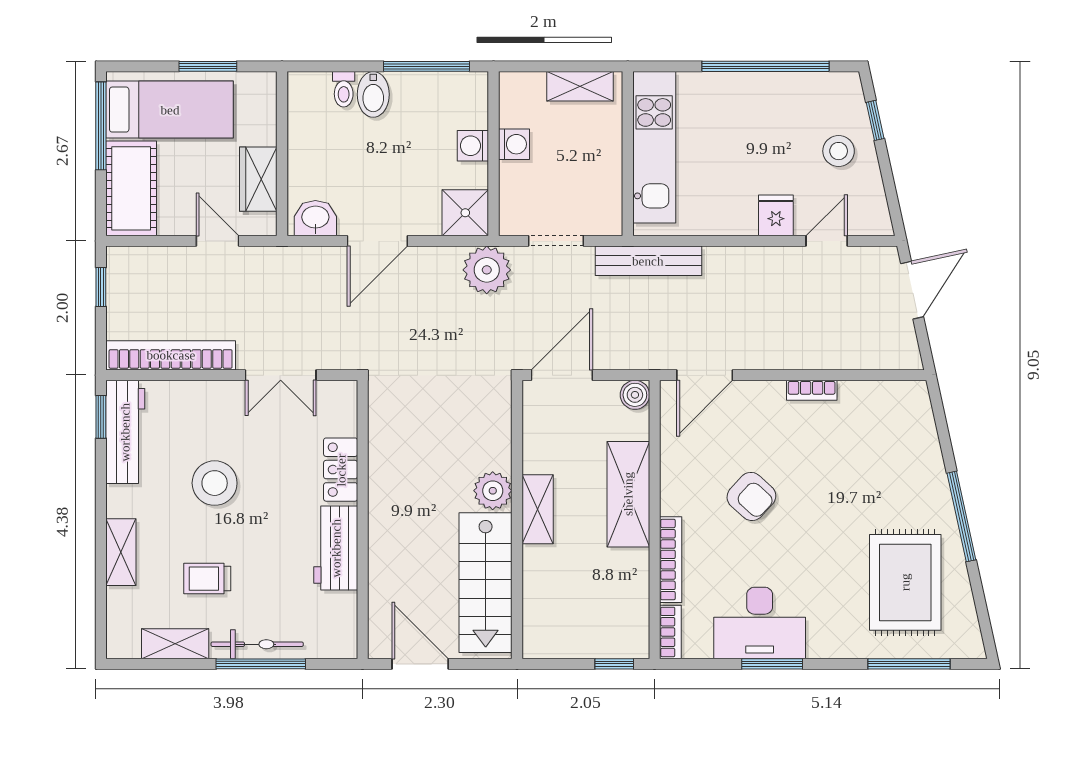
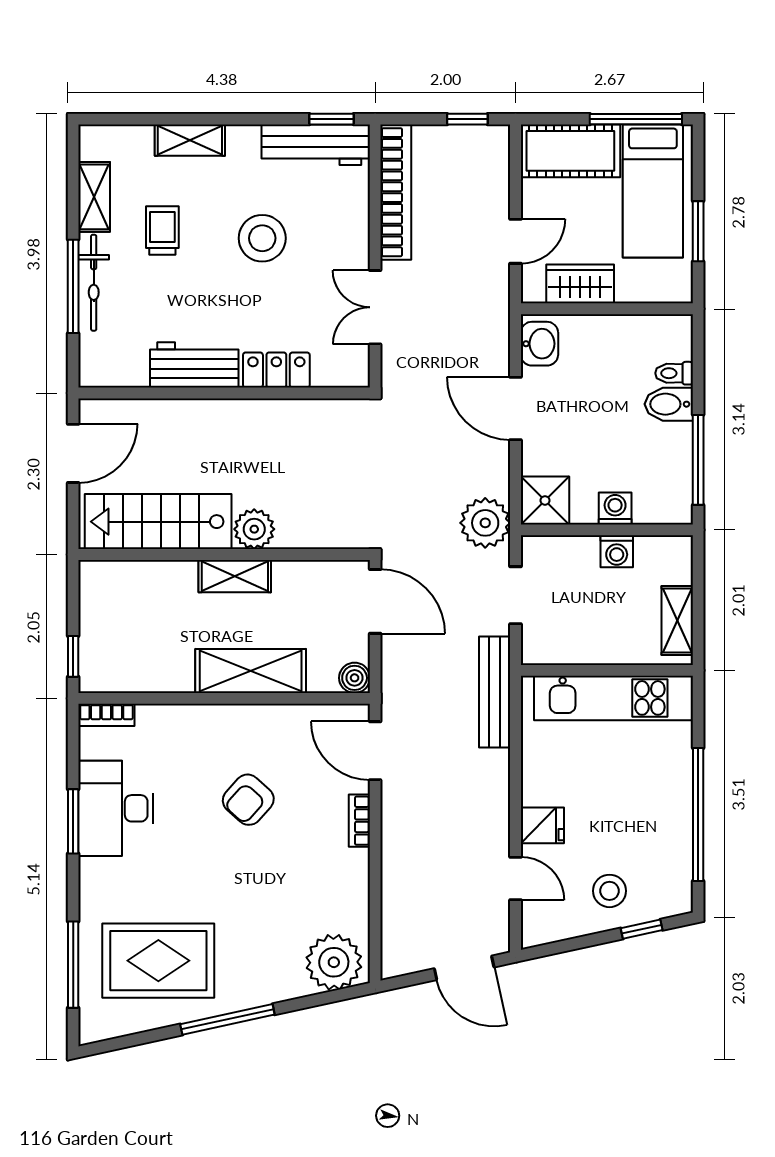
bookcase: (812, 390) -> (359, 821), moved
plant: (907, 415) -> (334, 962), added
bookcase: (671, 560) -> (182, 715), removed

